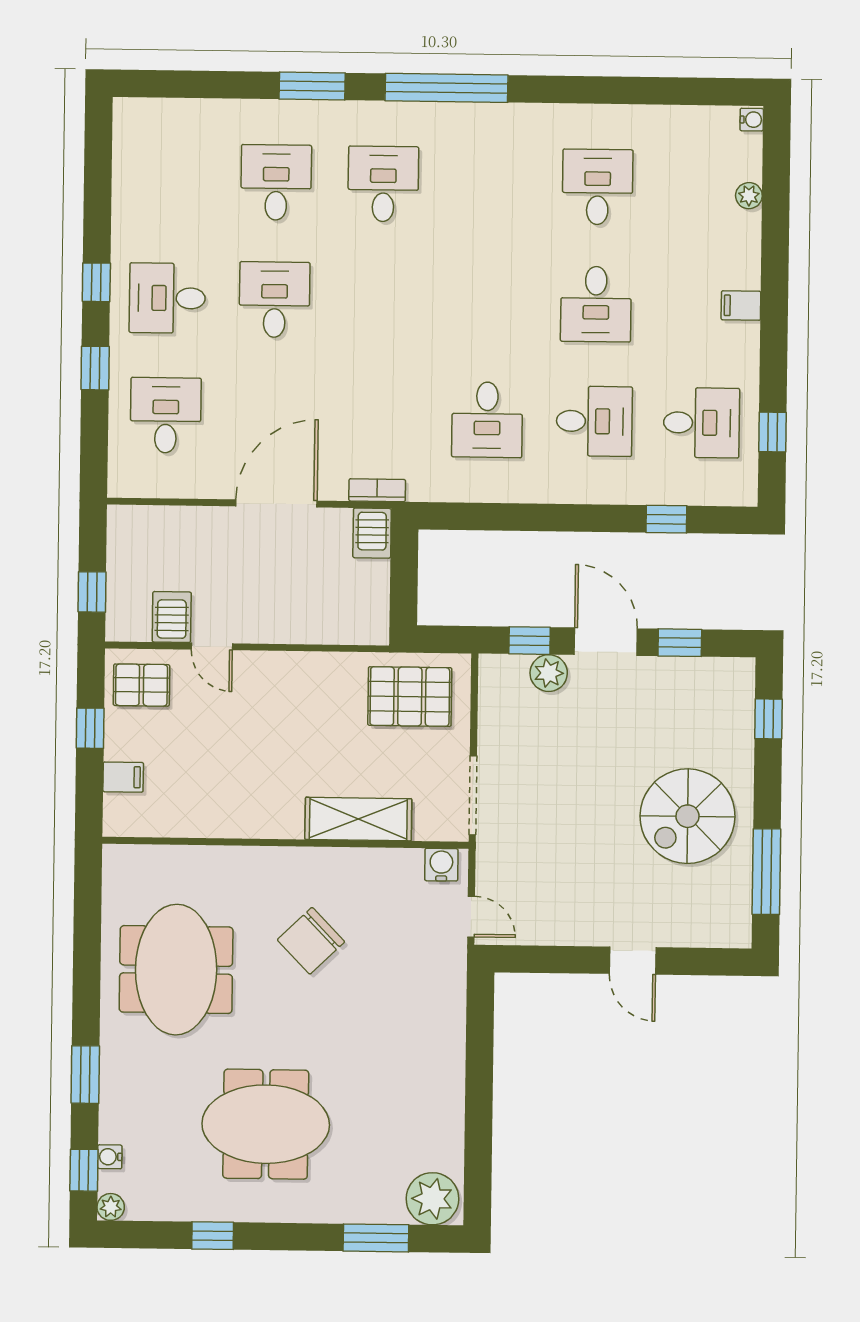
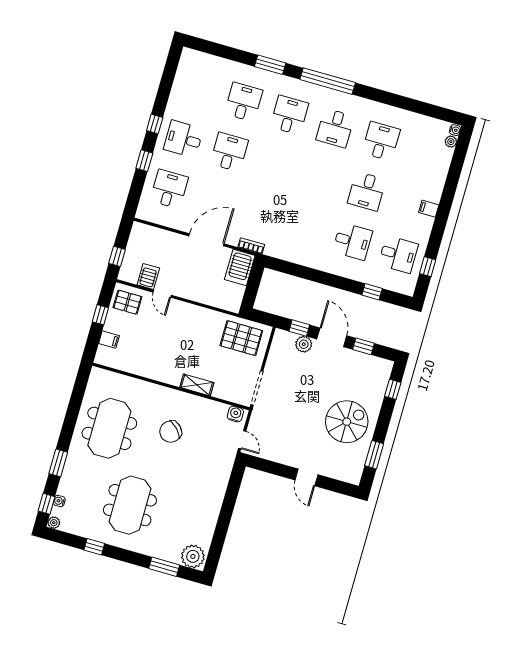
plant: (749, 196) -> (451, 142), moved
desk: (487, 420) -> (335, 128), moved
server rack: (372, 533) -> (240, 267), width x1.36, depth x1.44
spiral stairs: (688, 816) -> (347, 422), turned 180
shelving: (358, 819) -> (197, 385), width x0.67, depth x0.75
window: (766, 872) -> (374, 455), width x0.69
meeting table: (266, 1124) -> (130, 505), turned 90

